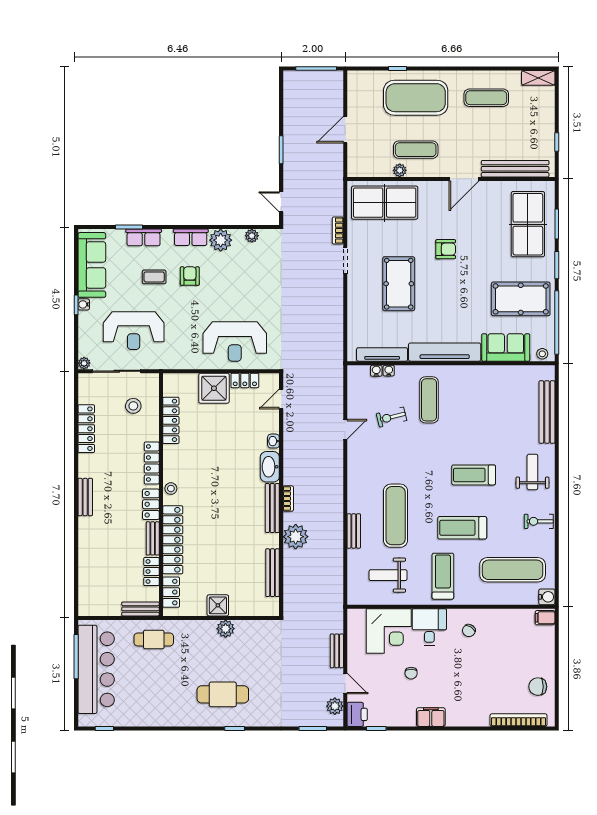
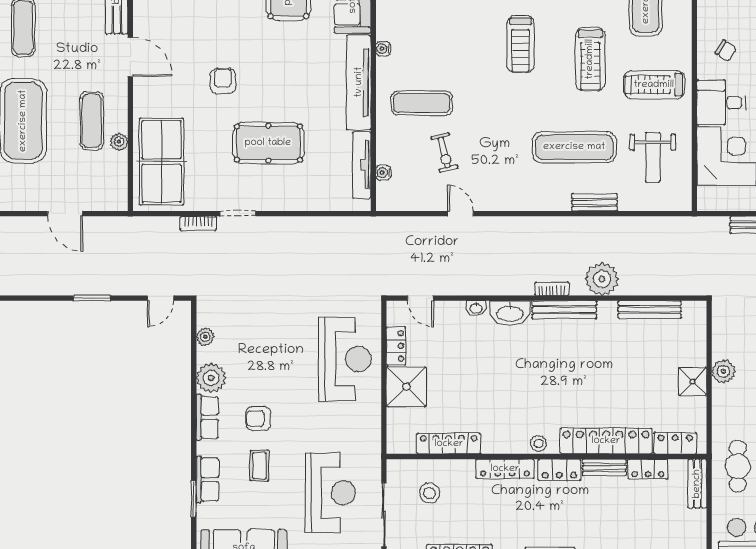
water cooler: (389, 371) -> (383, 49), moved

